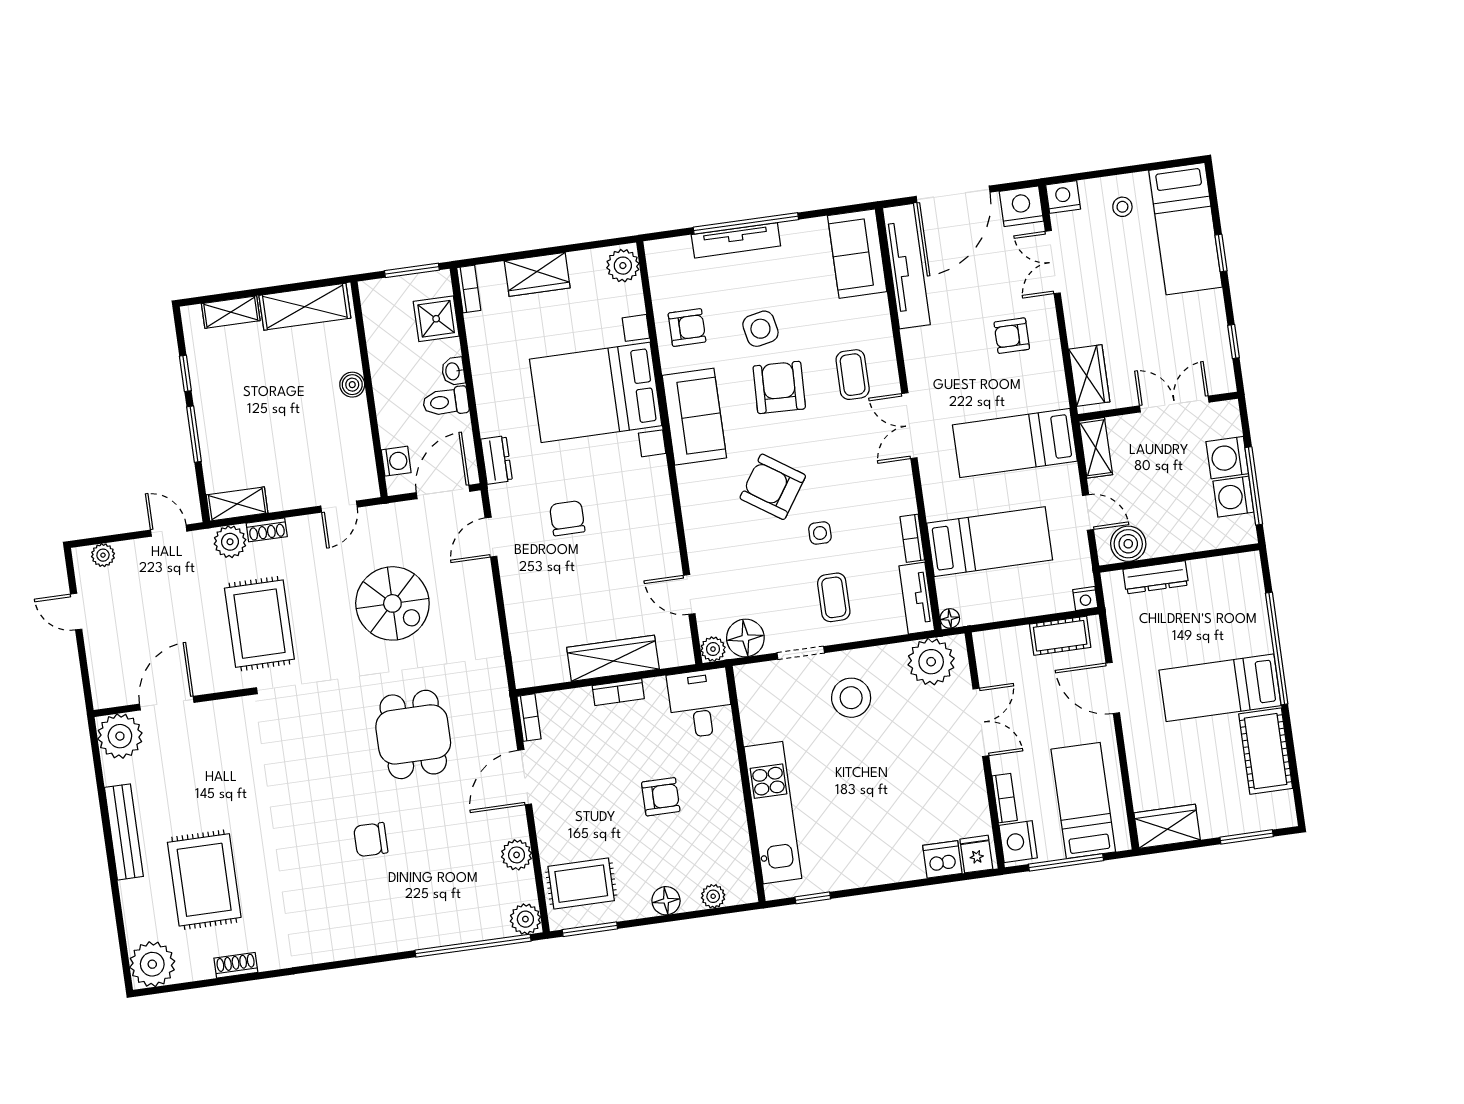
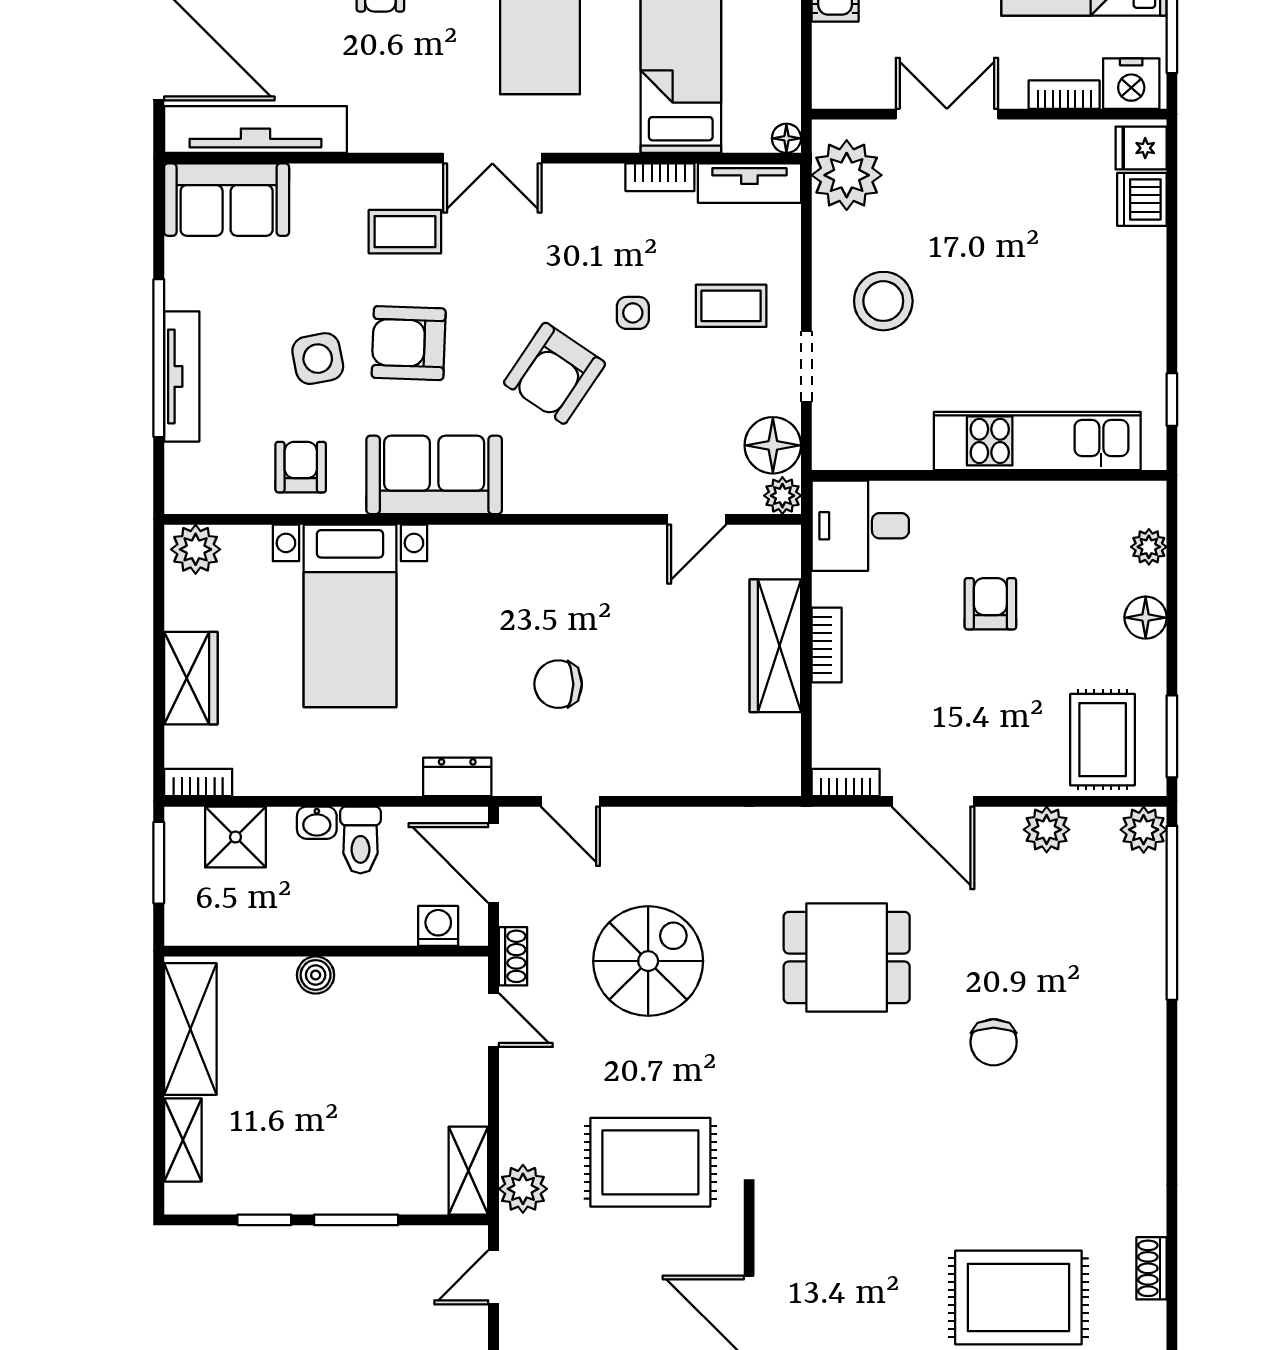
bed with nightstands: (596, 392) -> (350, 616), width x0.73
shoe rack: (267, 530) -> (513, 956), moved

